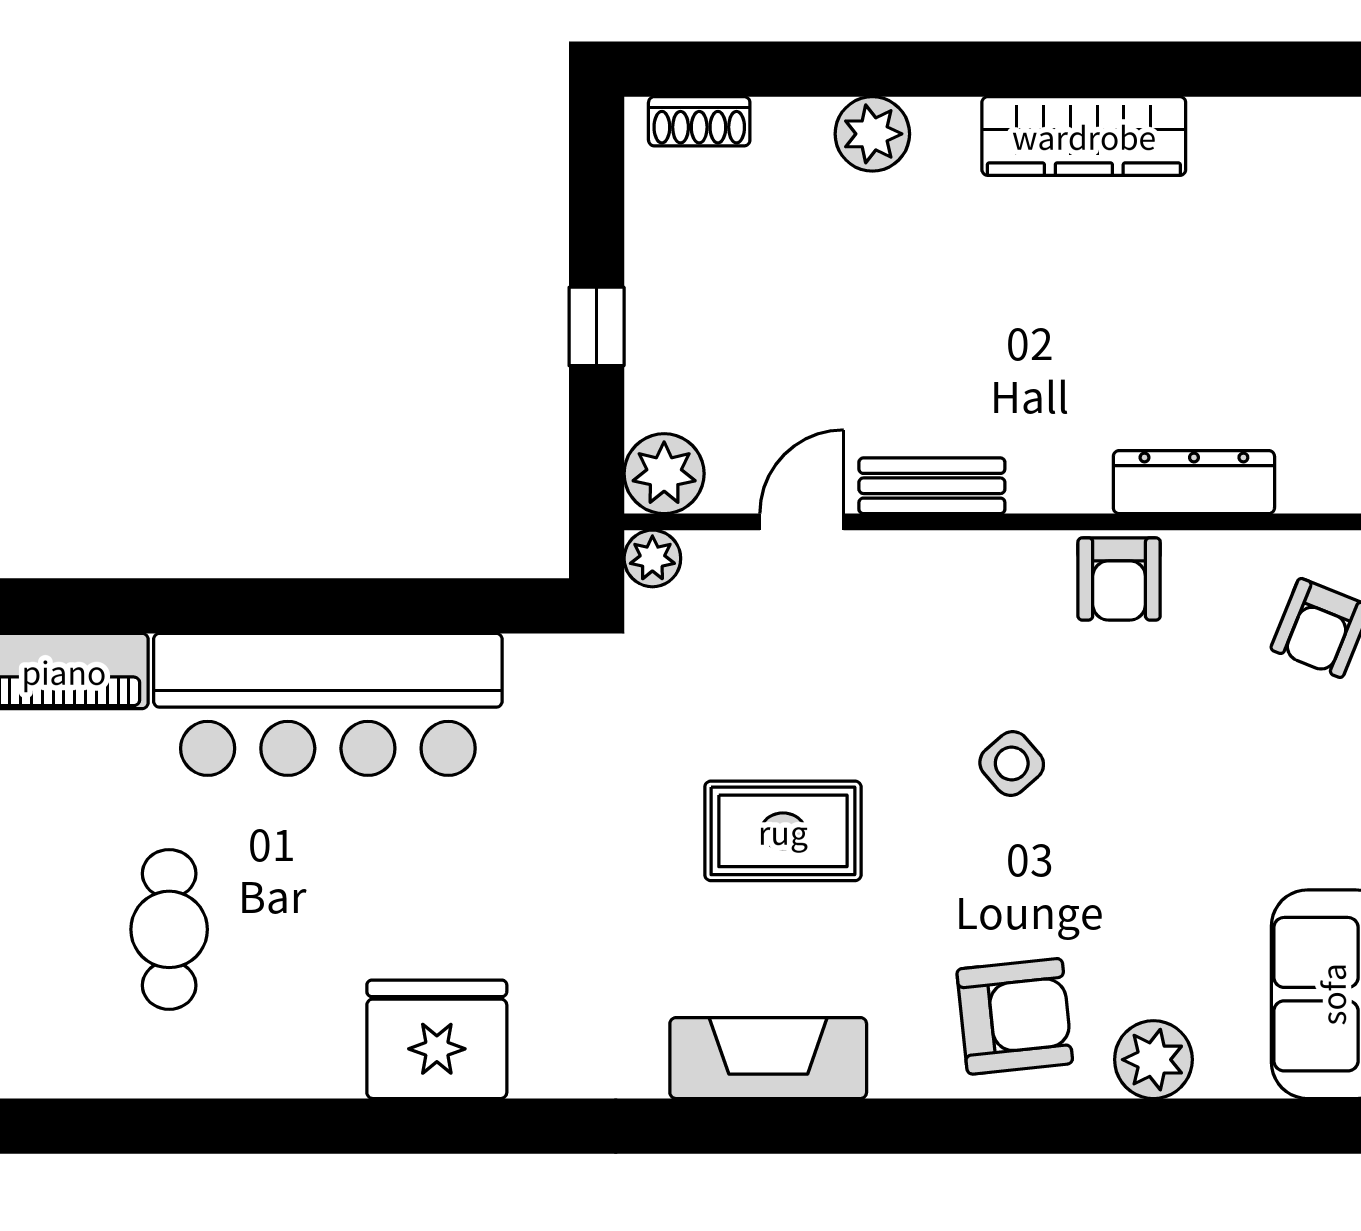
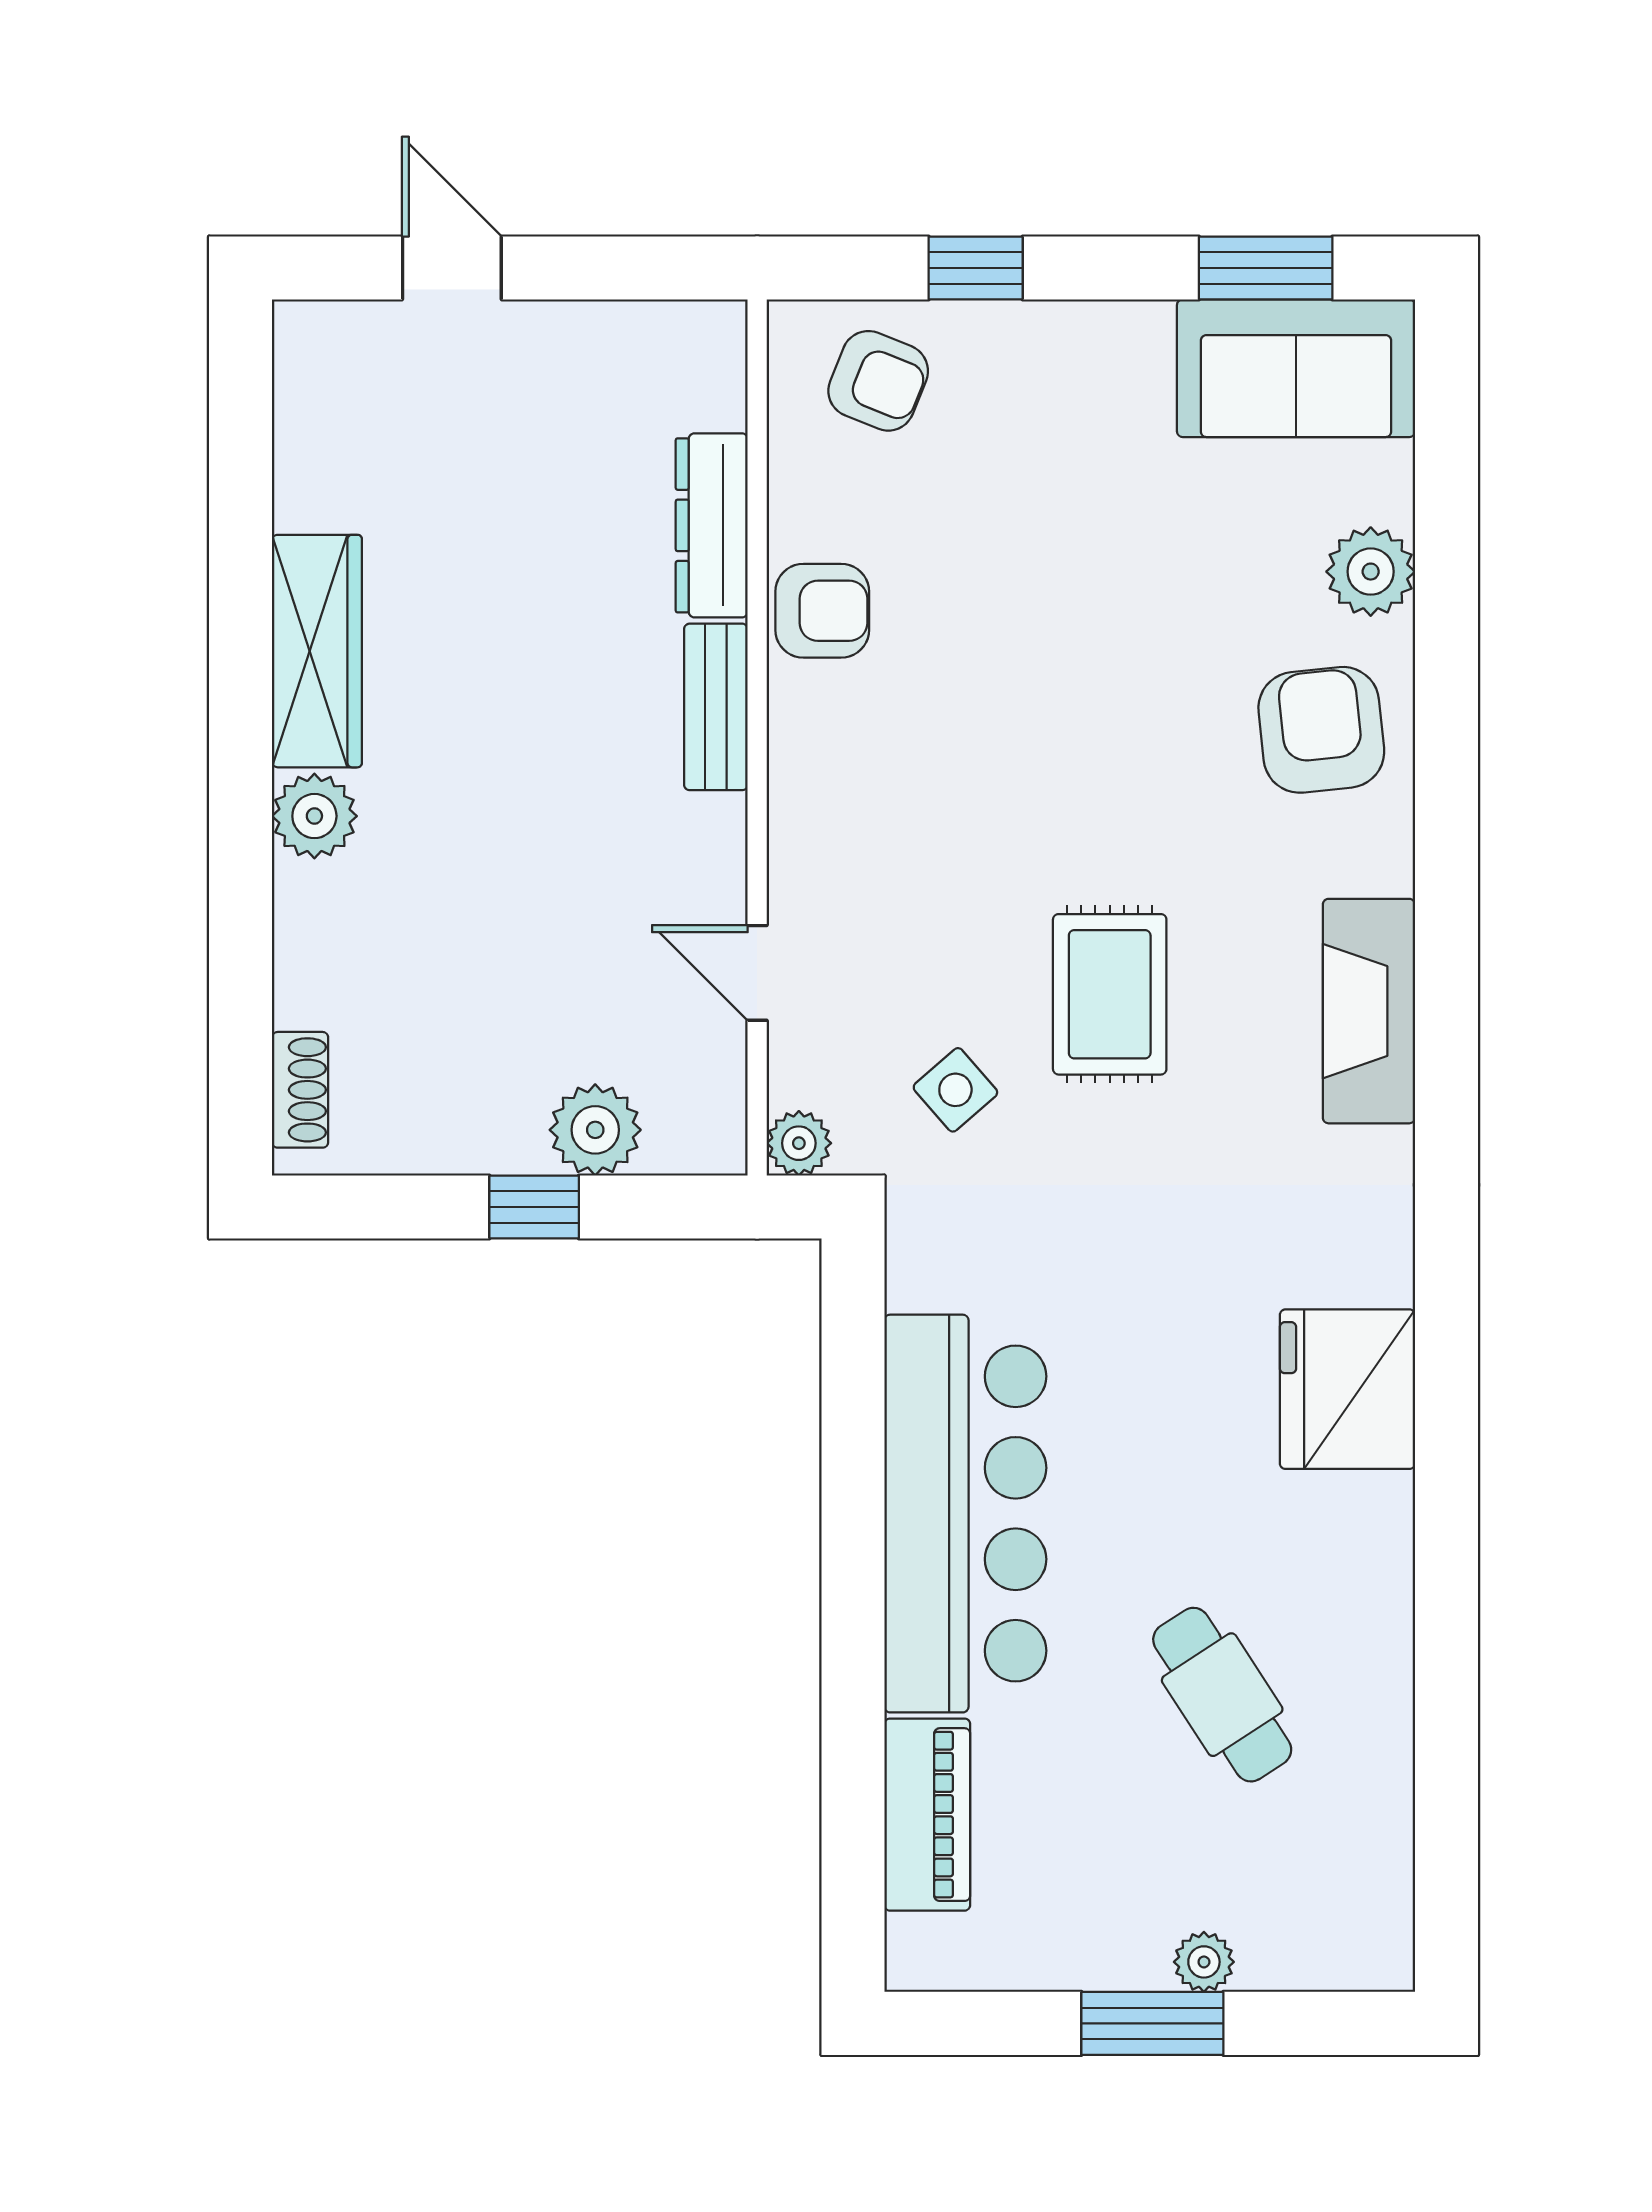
plant: (872, 134) -> (314, 816), moved
plant: (664, 474) -> (595, 1130), moved
bench: (932, 486) -> (716, 707), moved
side table: (1012, 763) -> (955, 1090), moved
cafe table: (169, 929) -> (1222, 1695), turned 57

